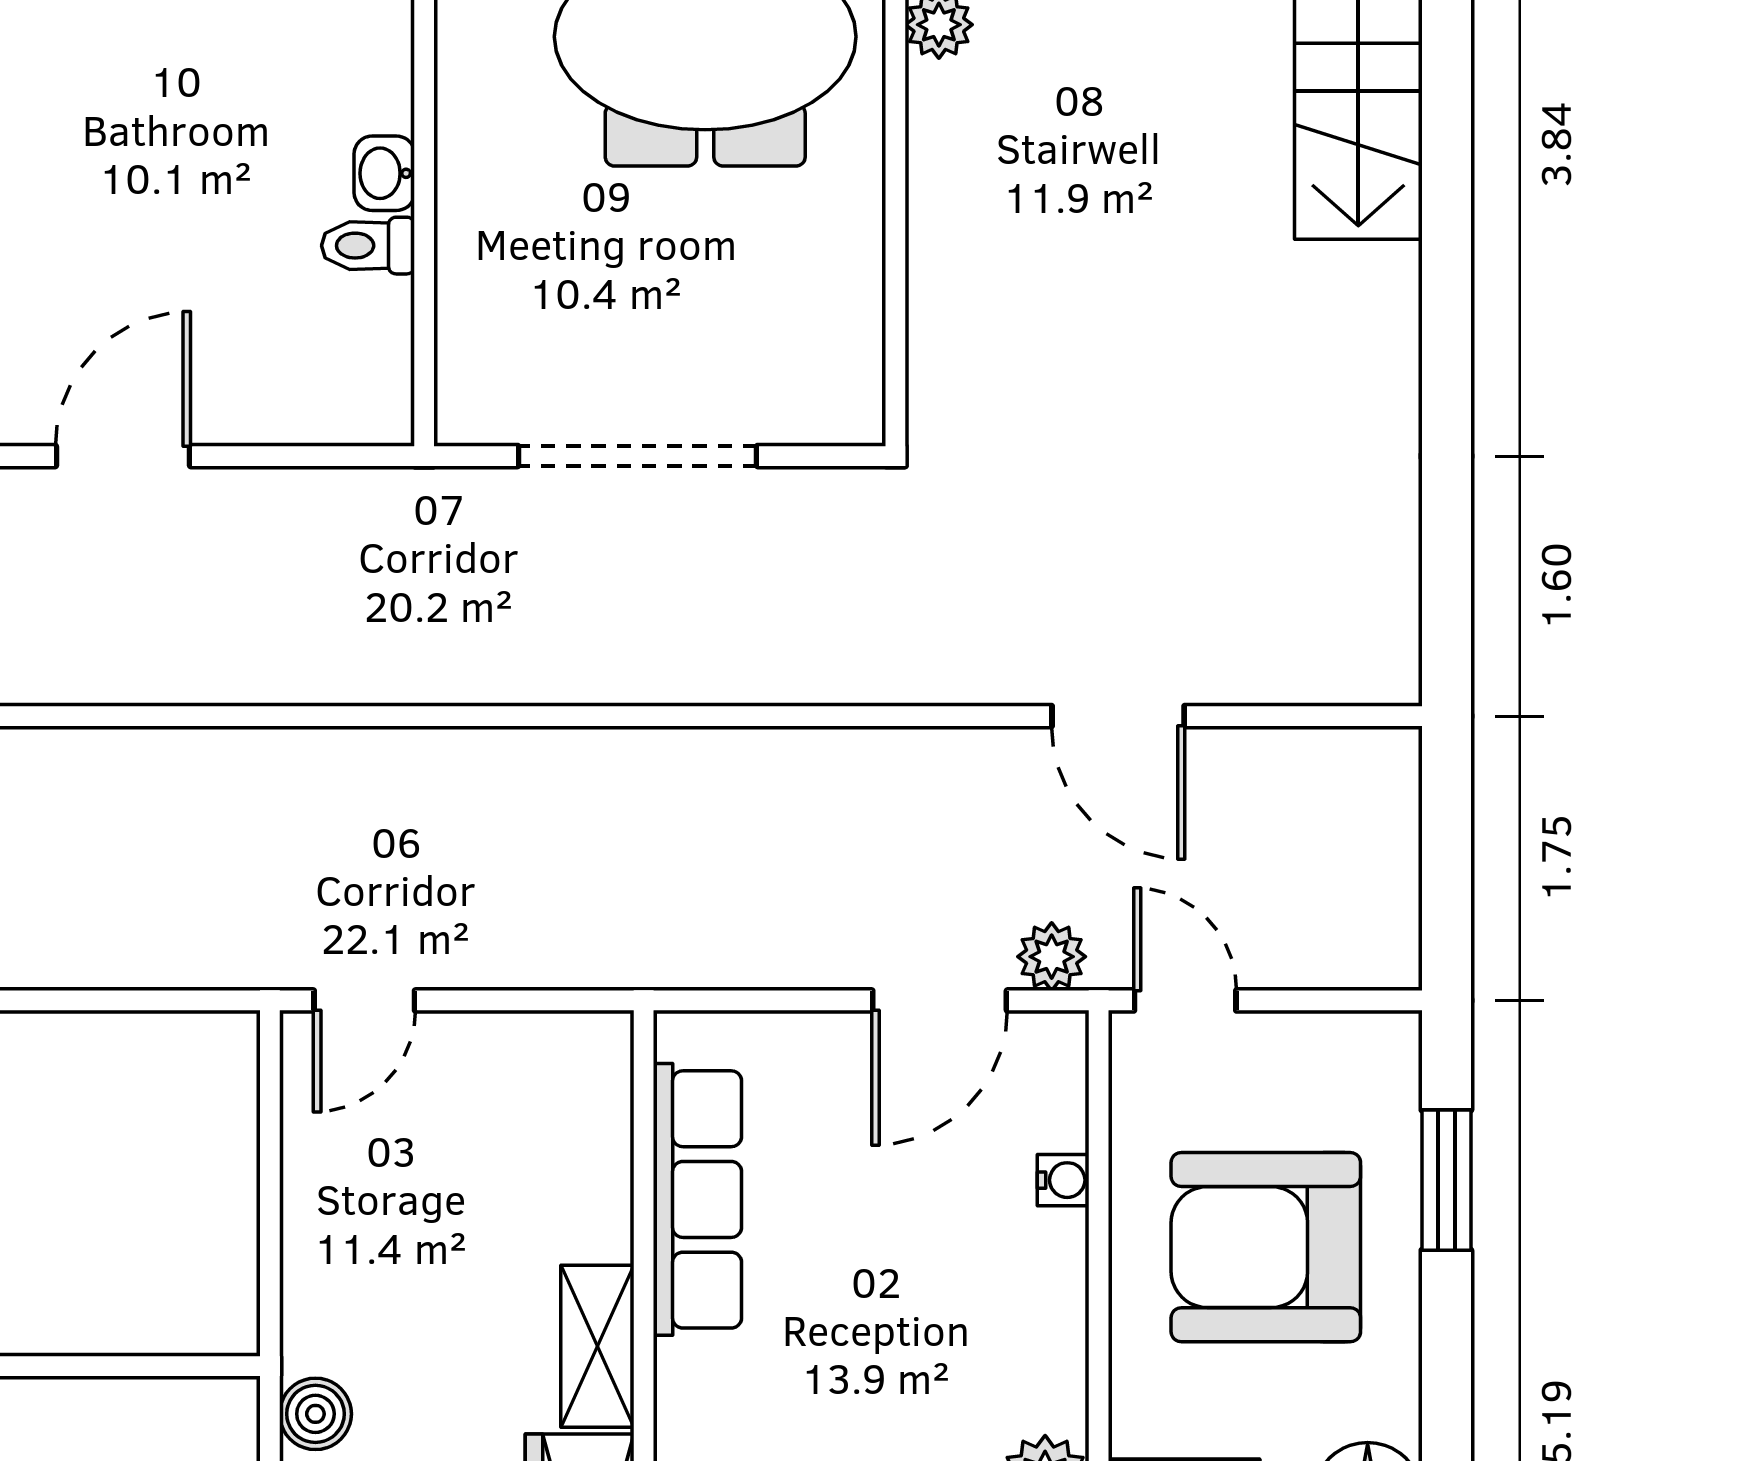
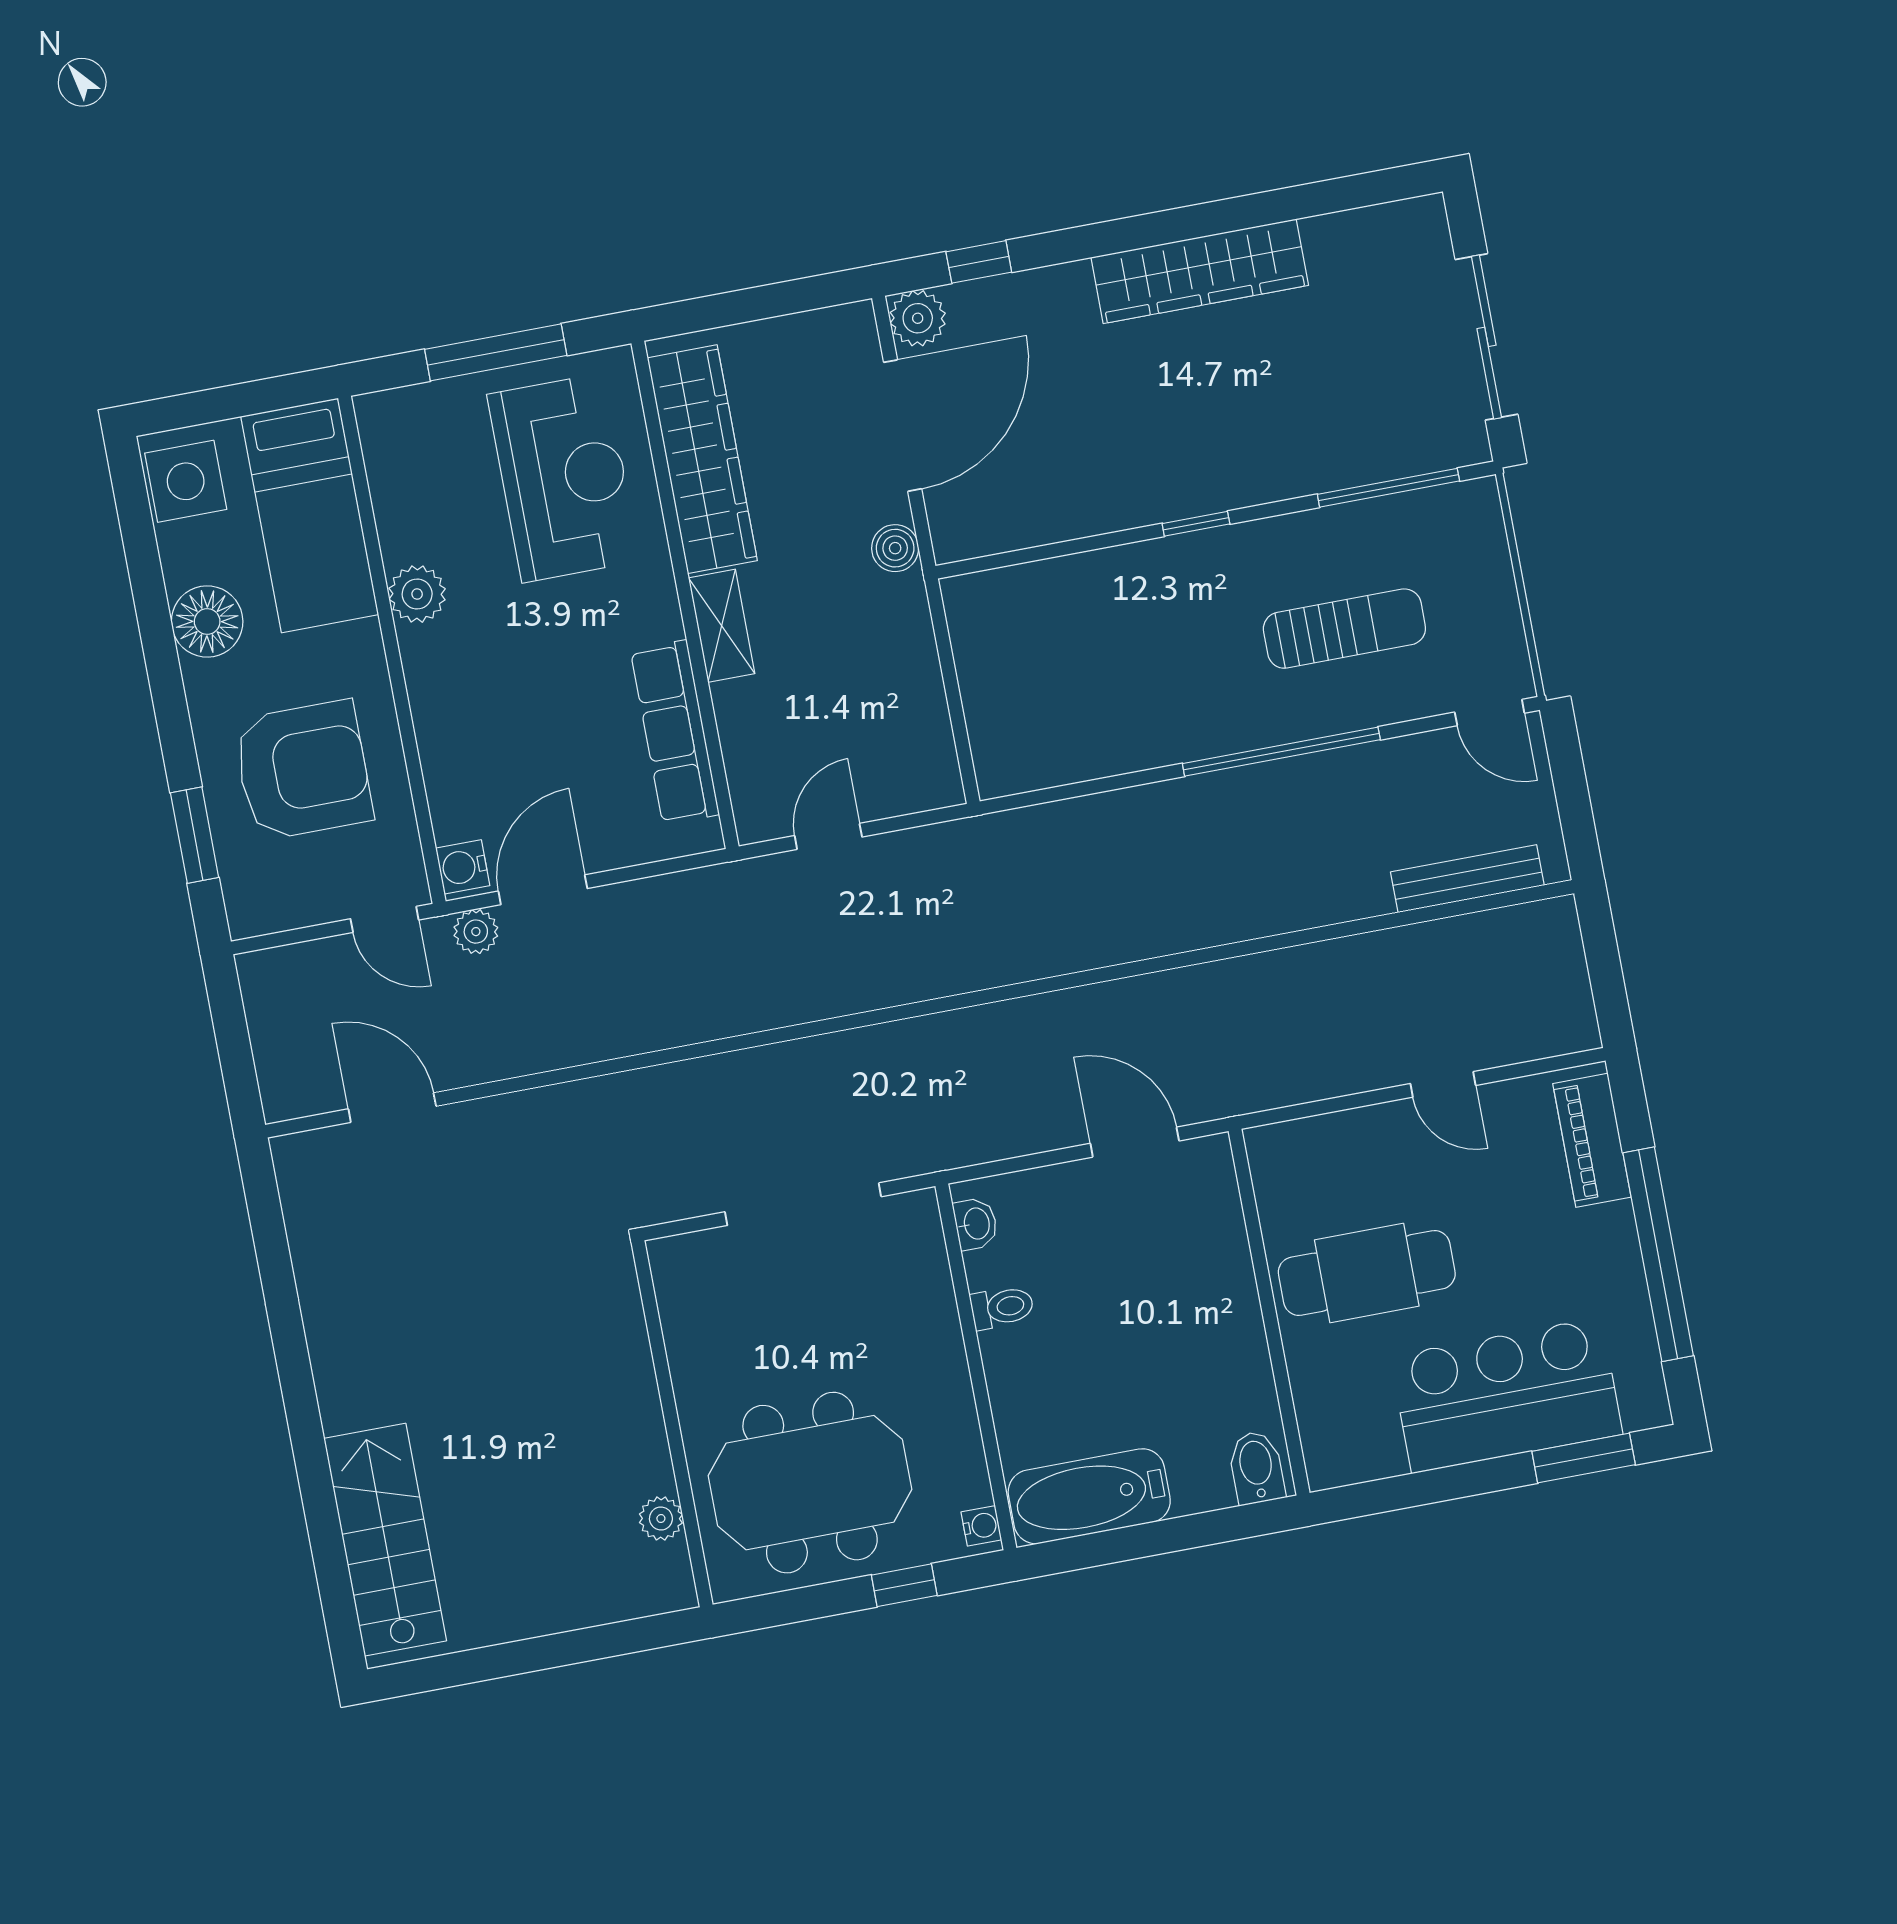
washbasin: (384, 173) -> (976, 1224), moved
door: (123, 456) -> (1135, 1142), swing flipped
door: (1118, 716) -> (392, 1108), moved
door: (364, 1000) -> (828, 836), moved
water cooler: (1063, 1180) -> (463, 867), moved, width x1.38, depth x1.38

